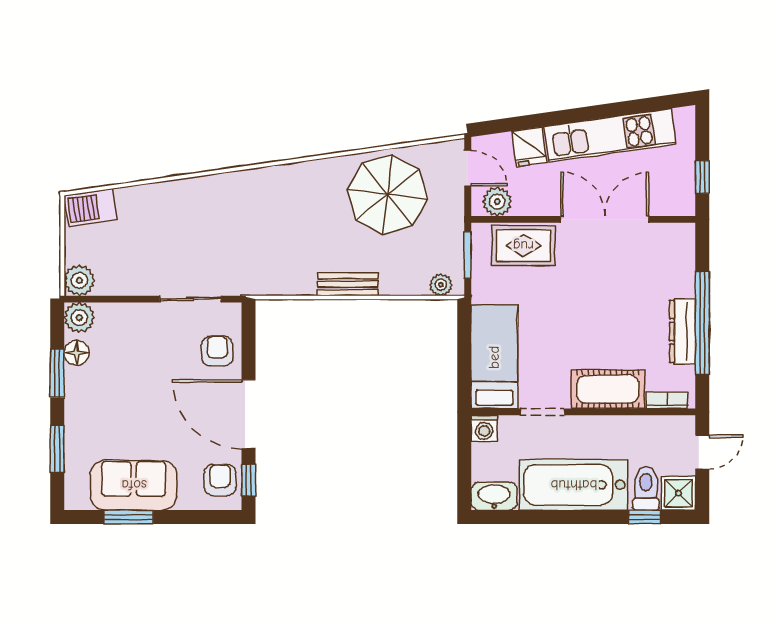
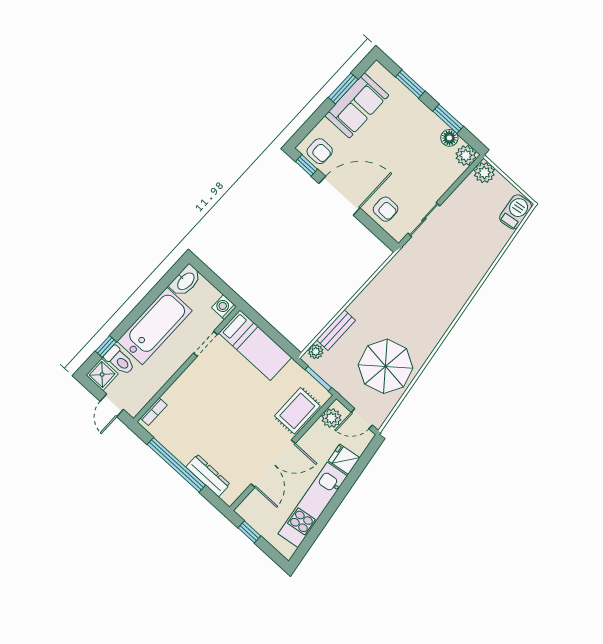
bench: (348, 284) -> (336, 330), moved
dresser: (683, 331) -> (208, 476), moved
cot: (608, 389) -> (187, 387), removed

